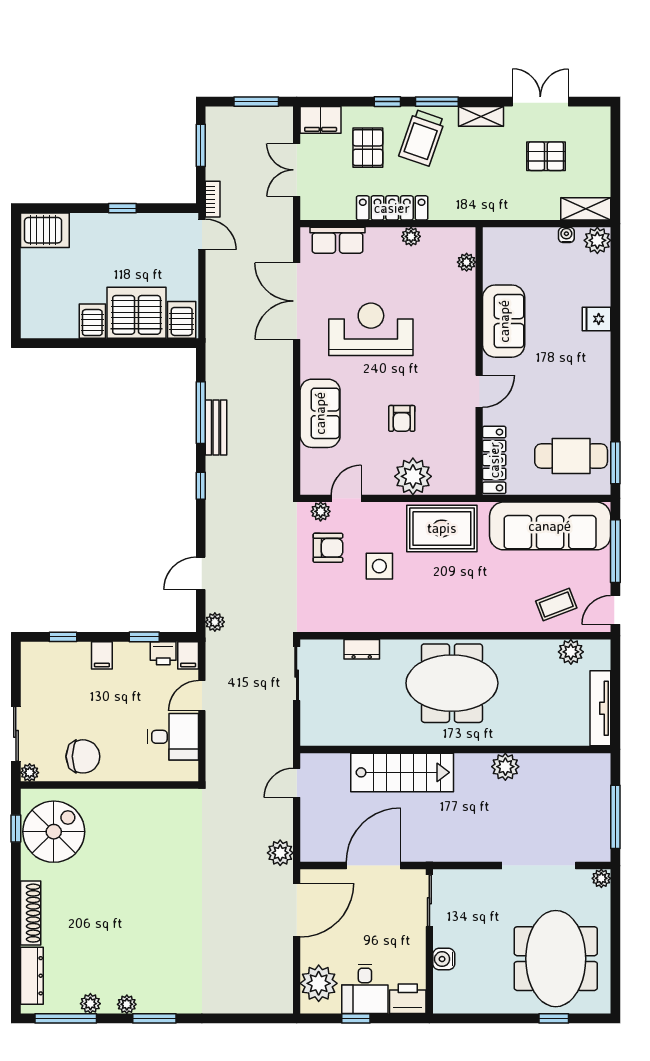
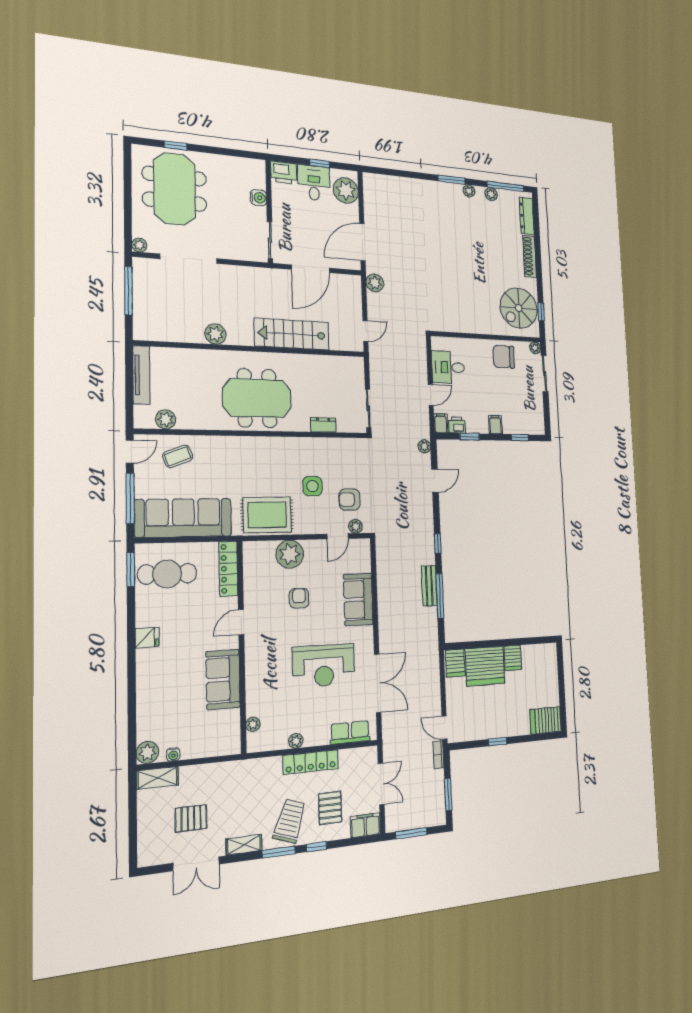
fridge: (596, 319) -> (147, 638), moved

